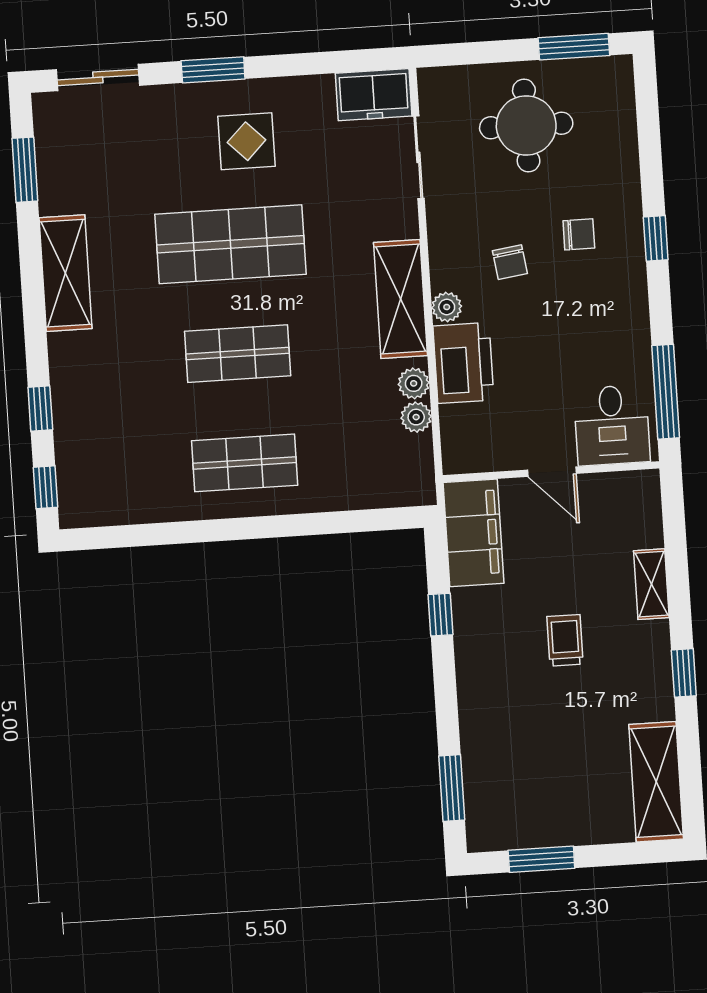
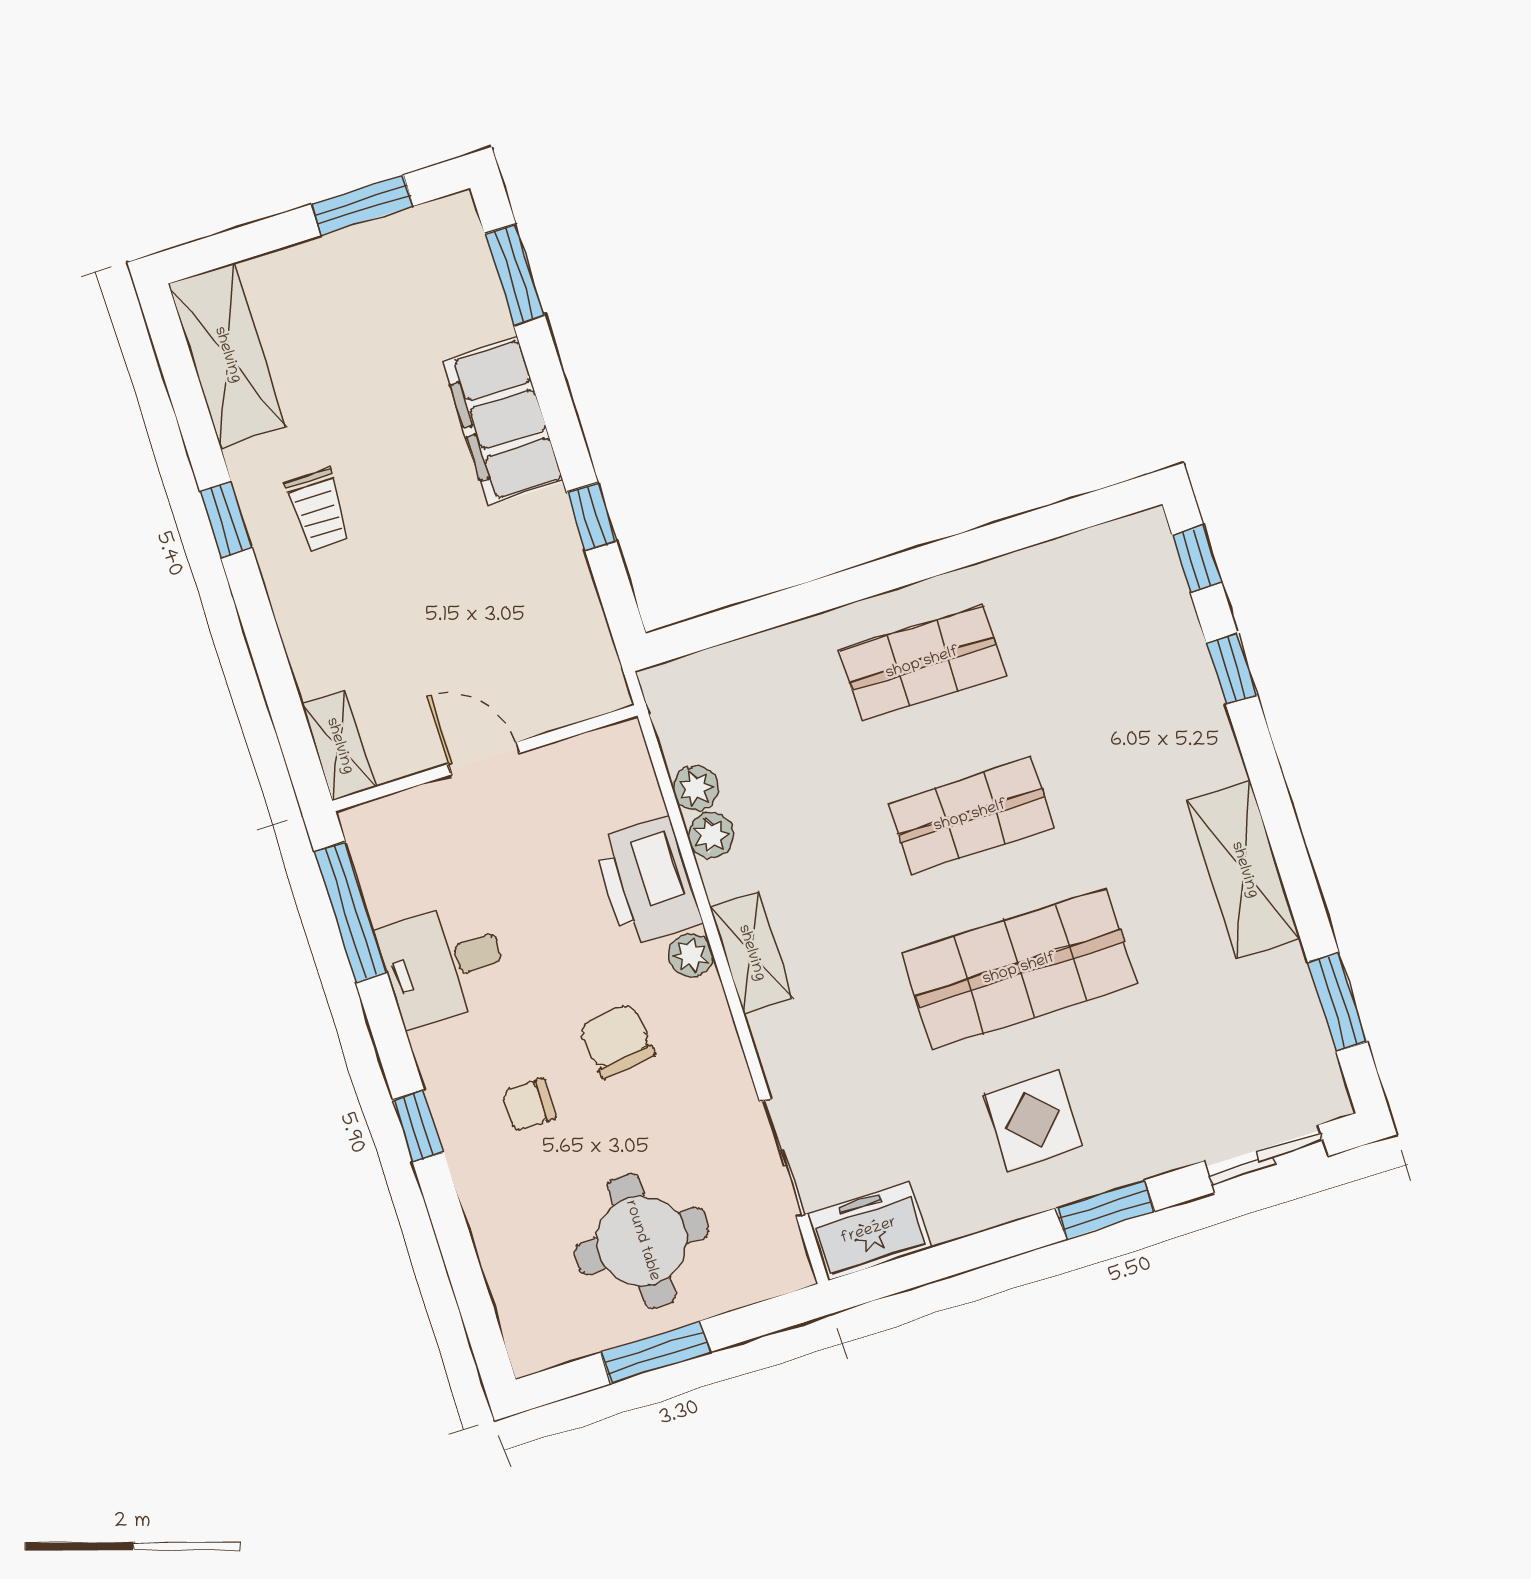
window: (574, 47) -> (655, 1352), moved
chair: (510, 262) -> (617, 1041), width x1.37, depth x1.37
shelving: (400, 299) -> (751, 953), width x0.67, depth x0.75
desk: (612, 425) -> (444, 964), moved, turned -90
filing cabinet: (473, 533) -> (503, 421), moved
shelving: (651, 584) -> (339, 746), moved
trolley: (565, 640) -> (318, 510), moved

